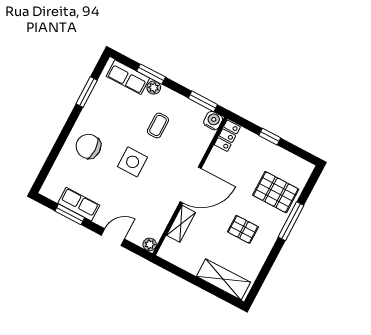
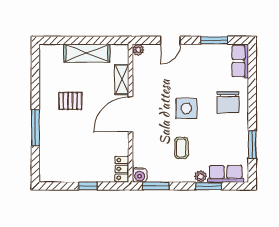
chair: (88, 146) -> (228, 102), turned 90
pallet: (276, 192) -> (60, 144), removed
row of seats: (79, 204) -> (240, 61), moved, turned 90
shelving: (223, 279) -> (87, 53), moved

